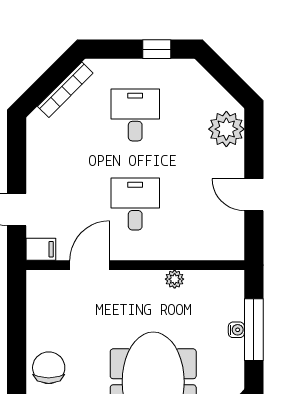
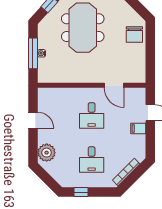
filing cabinet: (41, 249) -> (138, 128), moved
door: (90, 265) -> (114, 85), hinge flipped
plant: (175, 279) -> (72, 78), removed

